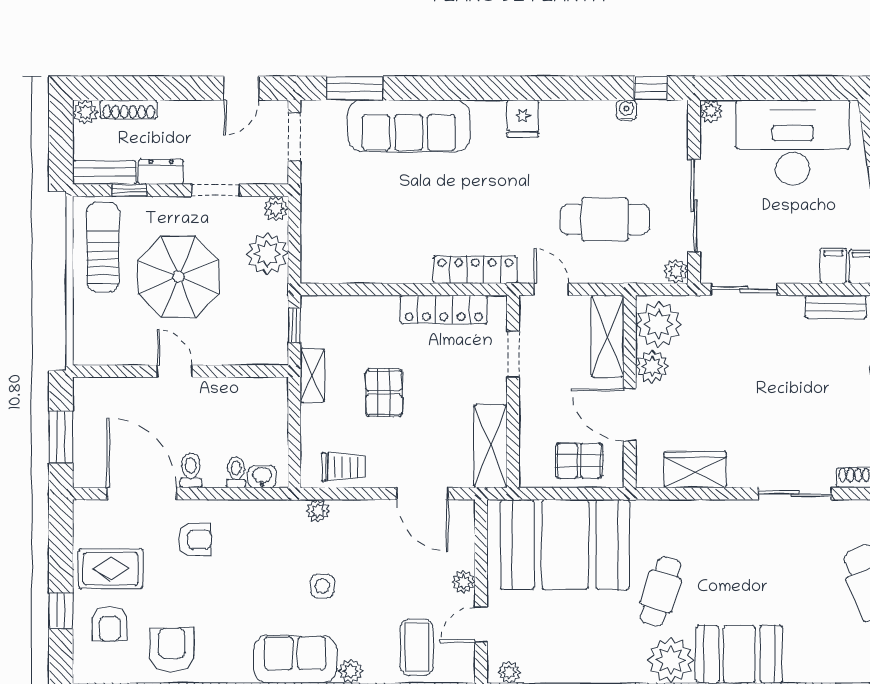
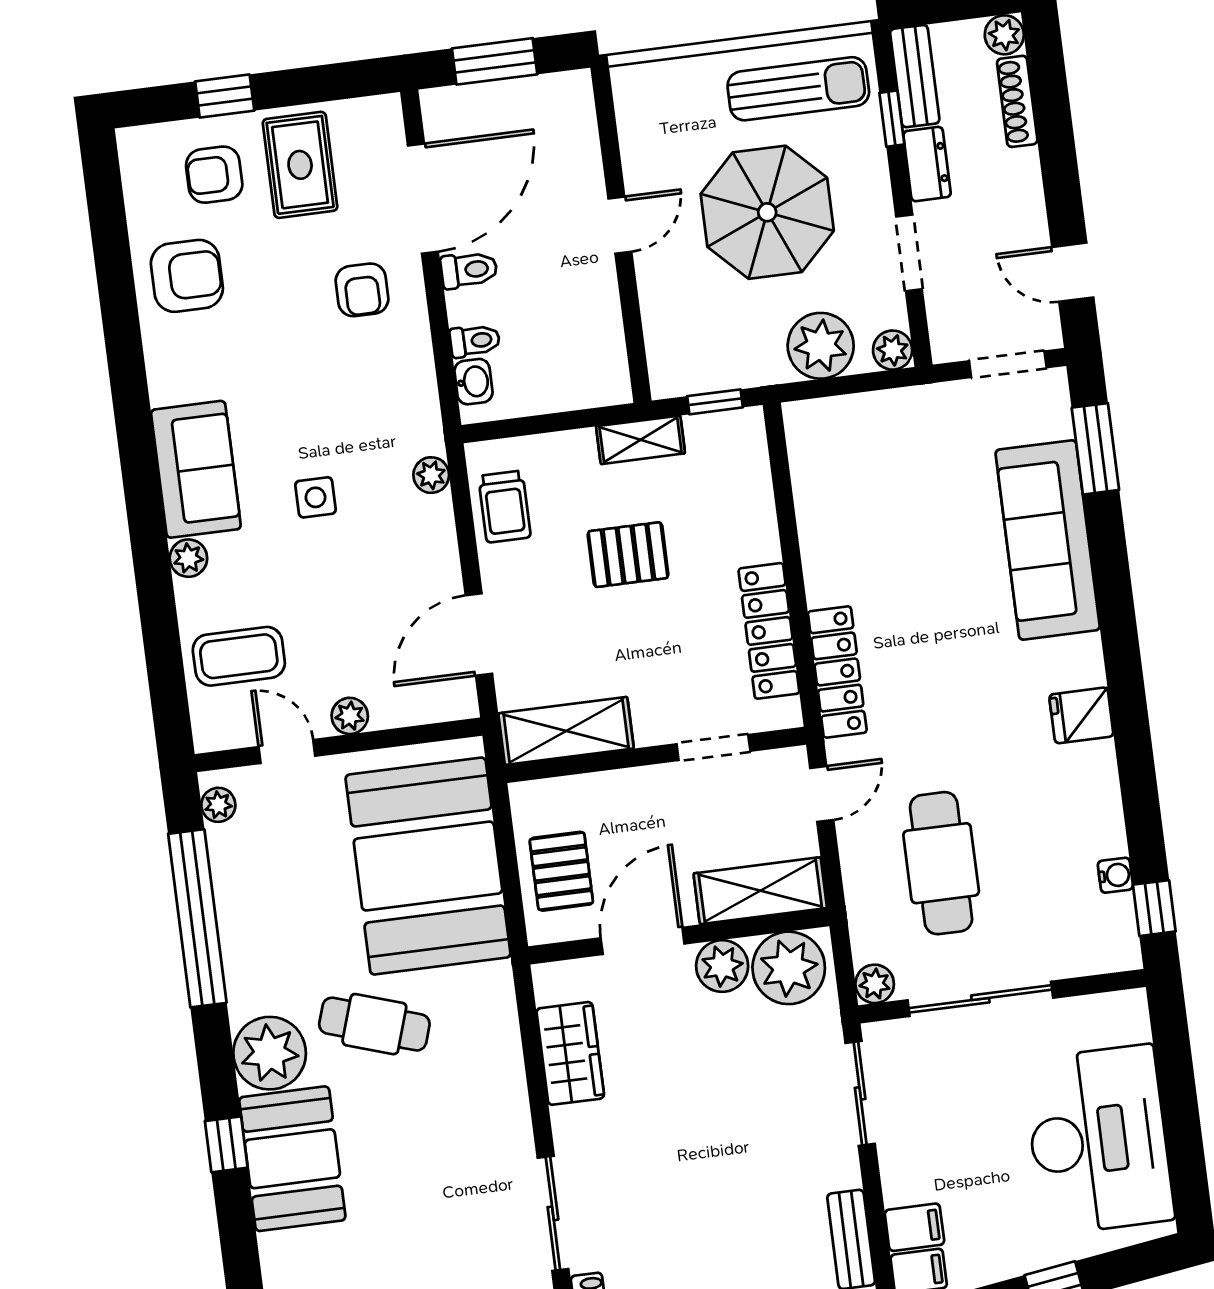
plant: (711, 111) -> (1131, 1007), removed

